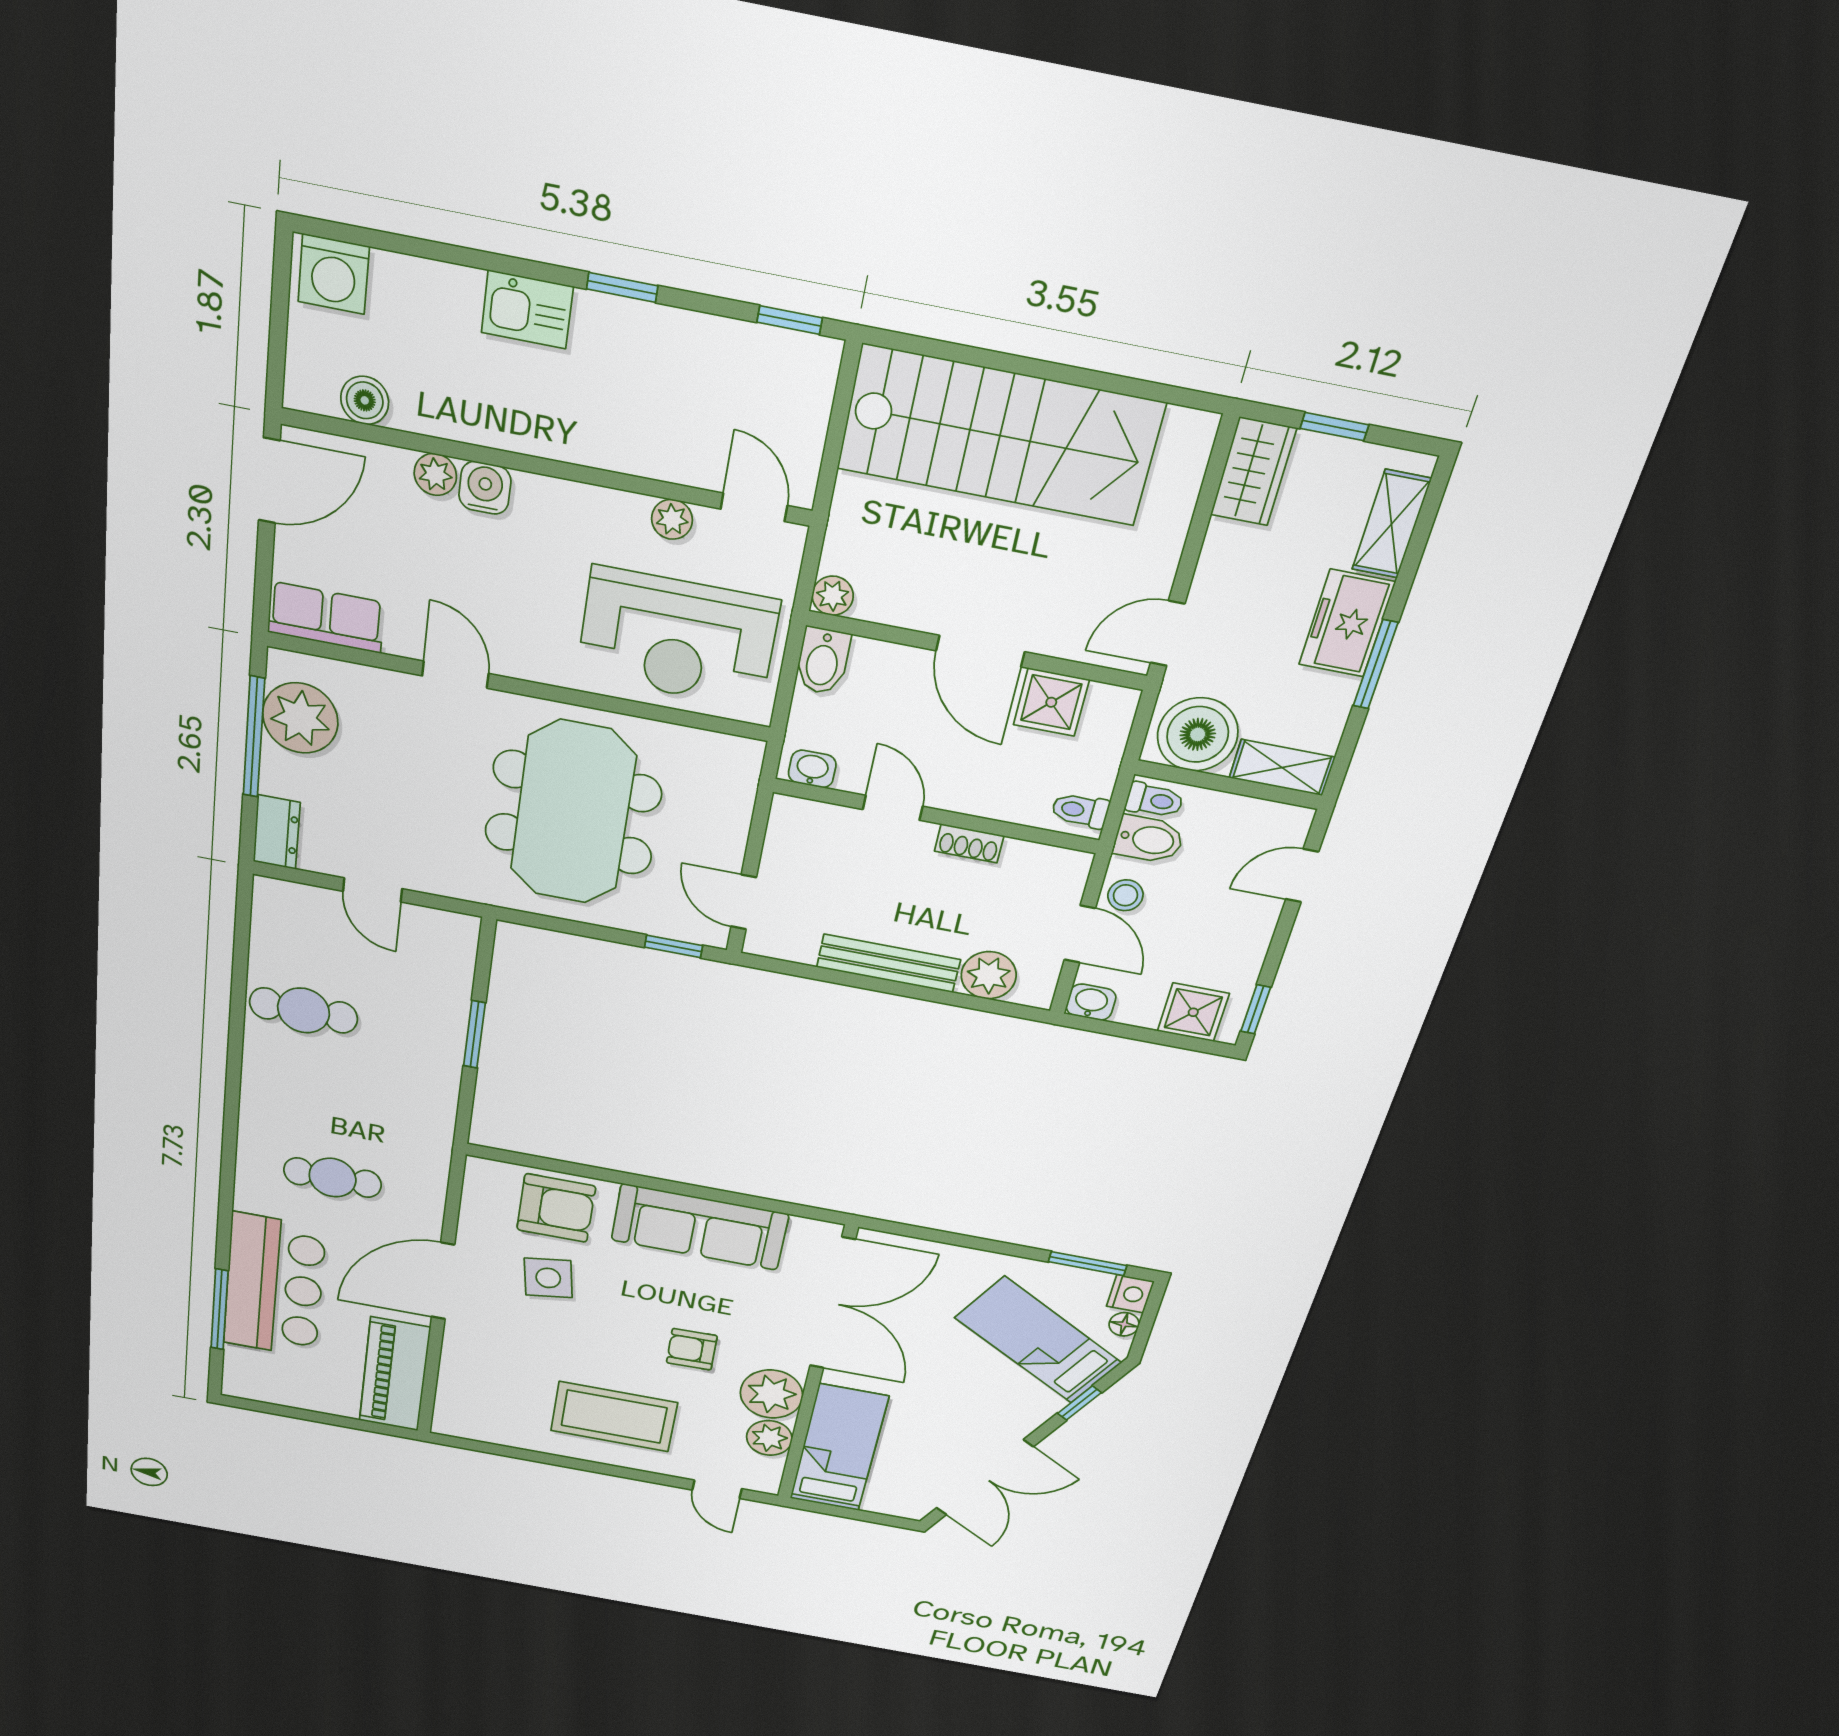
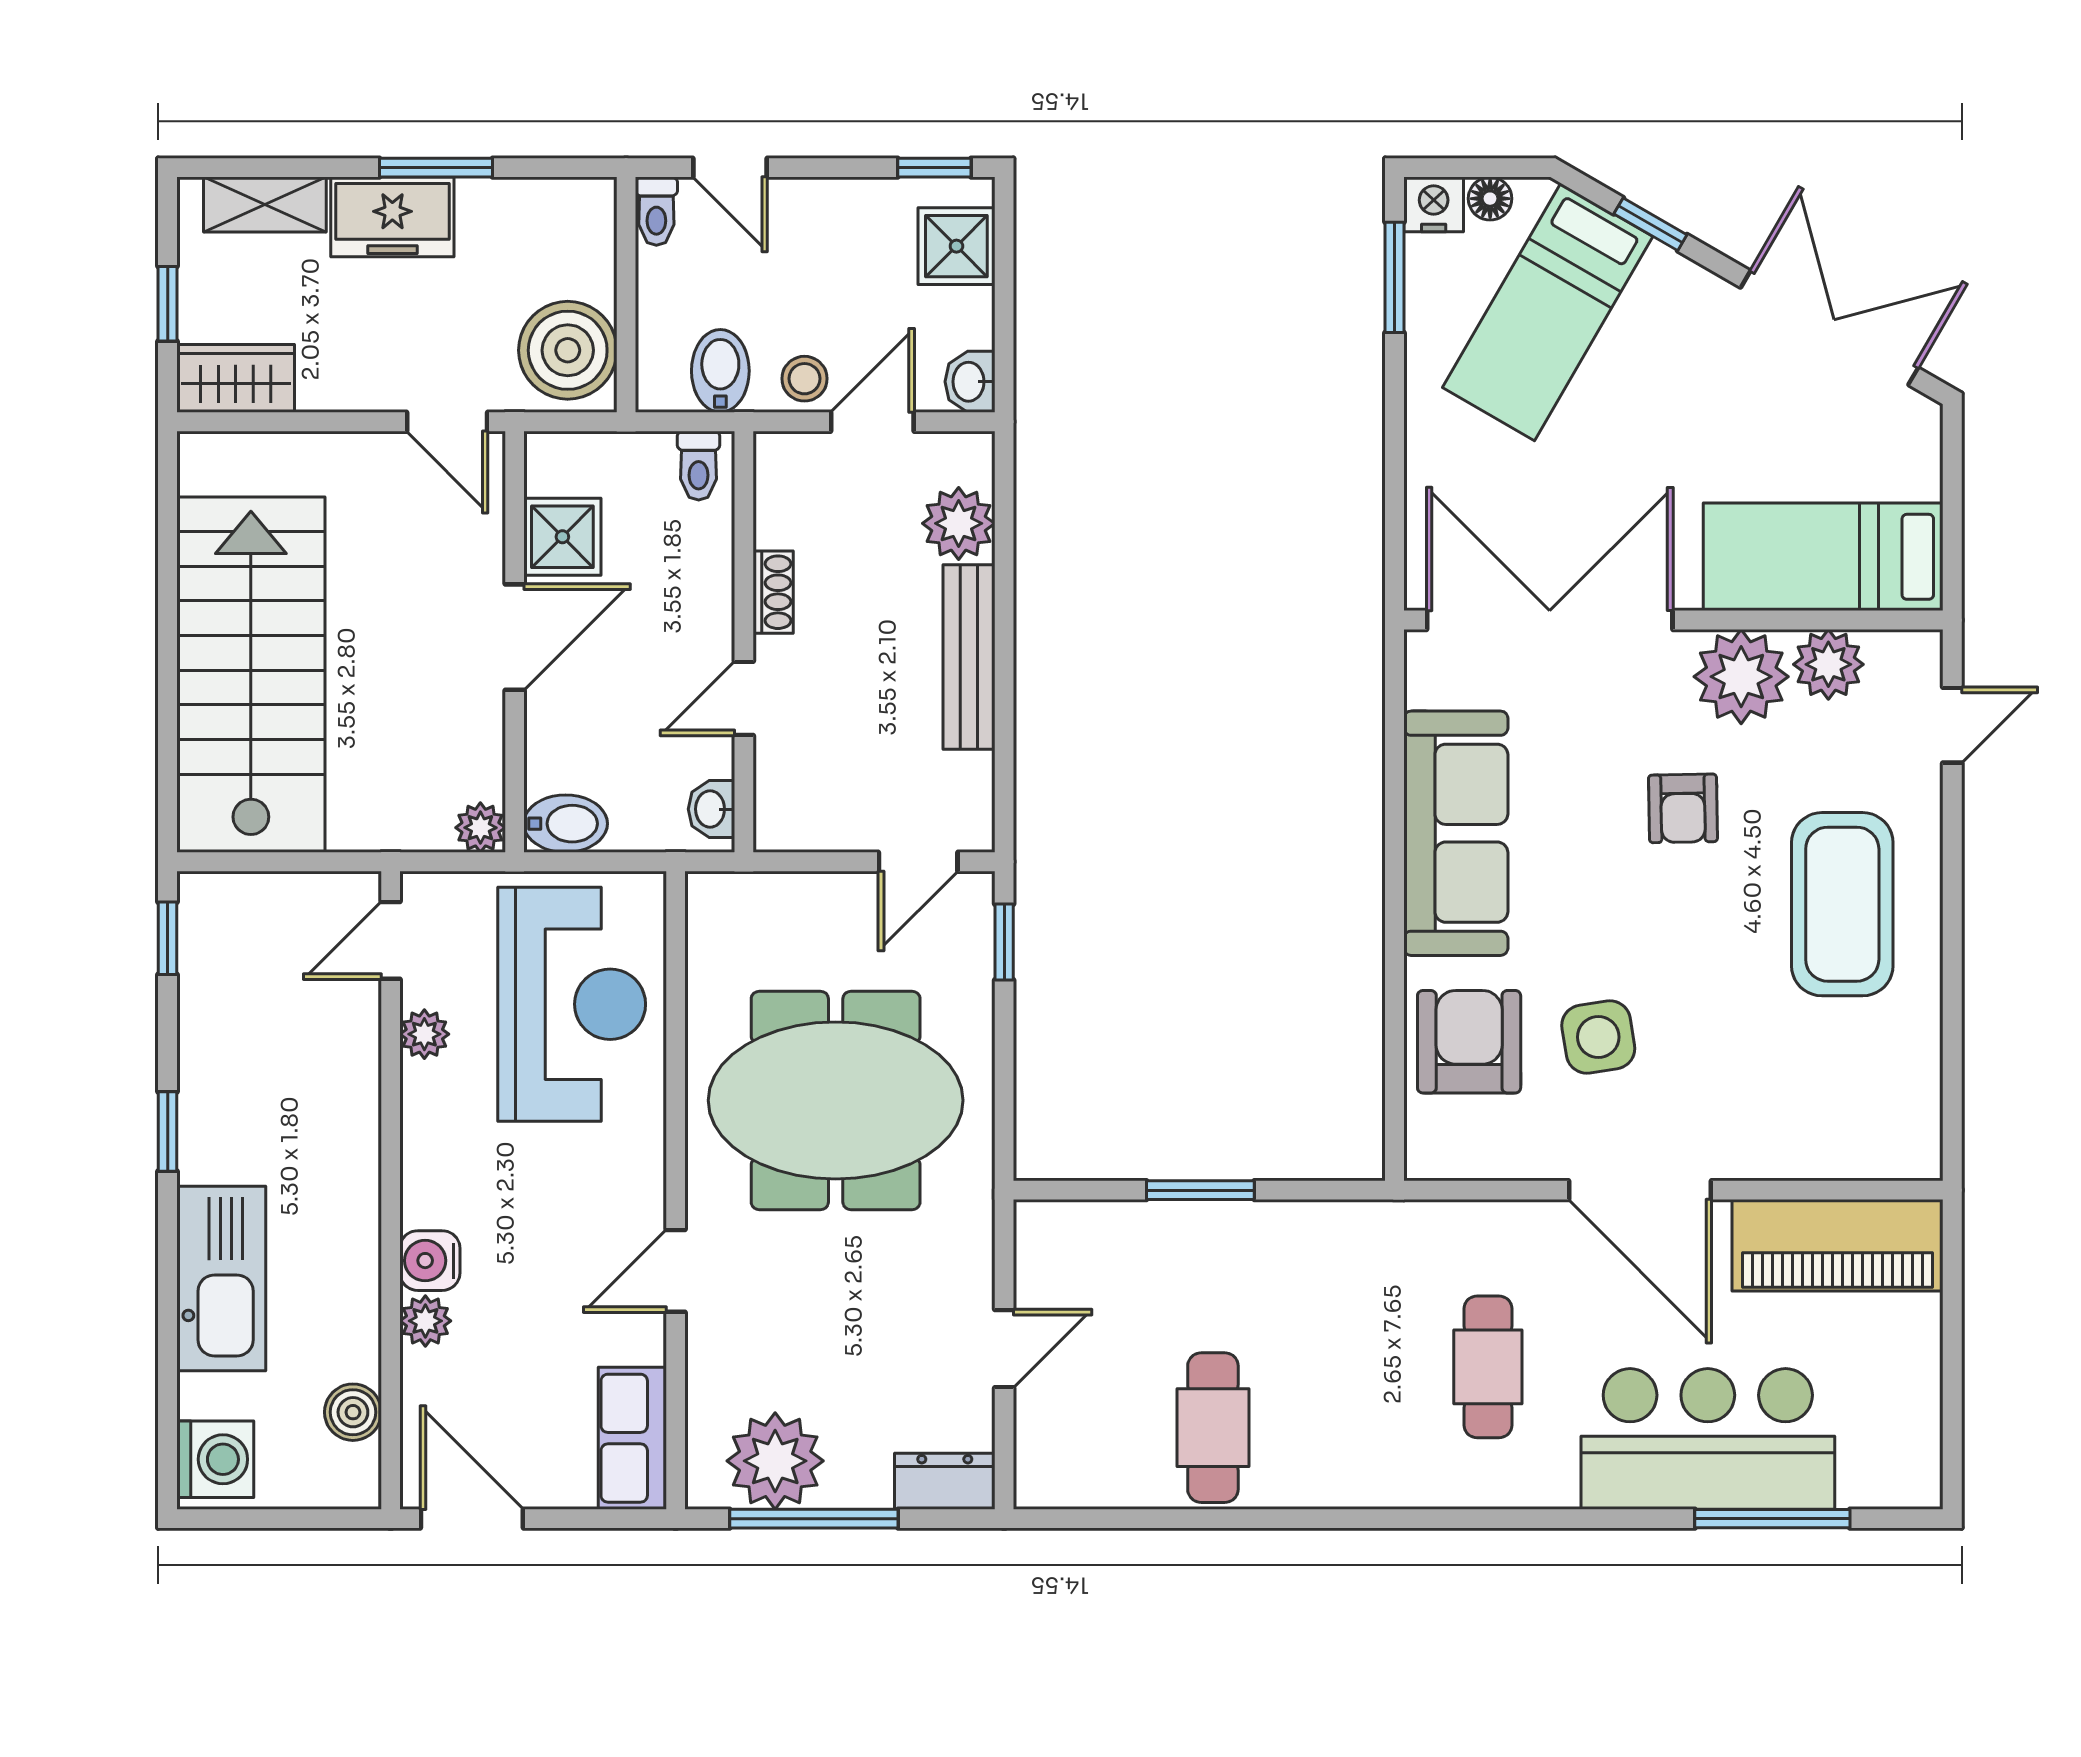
kitchen sink: (527, 309) -> (221, 1278), width x1.88, depth x1.24
shelving: (1282, 768) -> (590, 237), removed
toilet: (1154, 800) -> (656, 211), moved, turned 180

